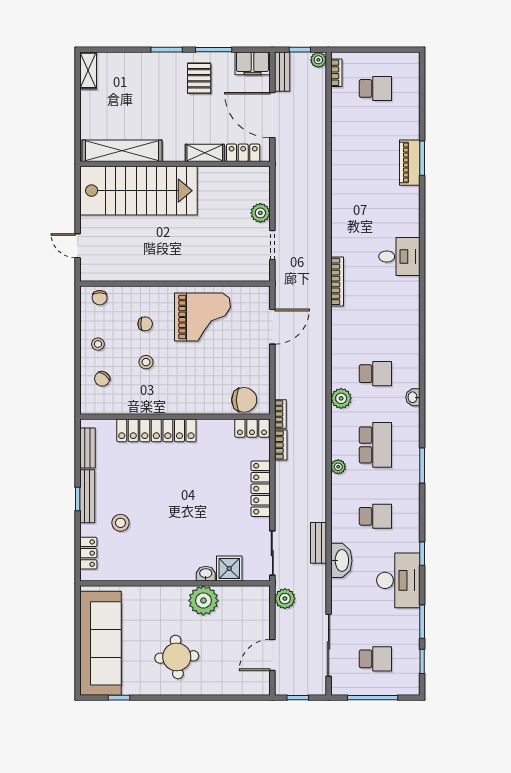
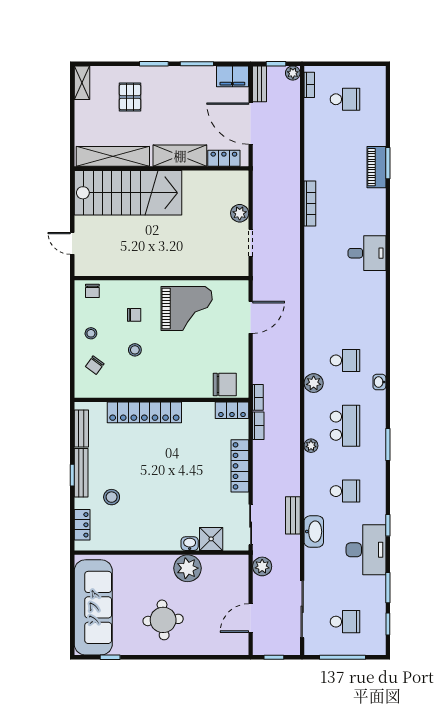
pallet: (199, 78) -> (130, 97), moved
shelving: (205, 153) -> (180, 156), width x1.50, depth x1.33
bookcase: (337, 281) -> (310, 204), moved

